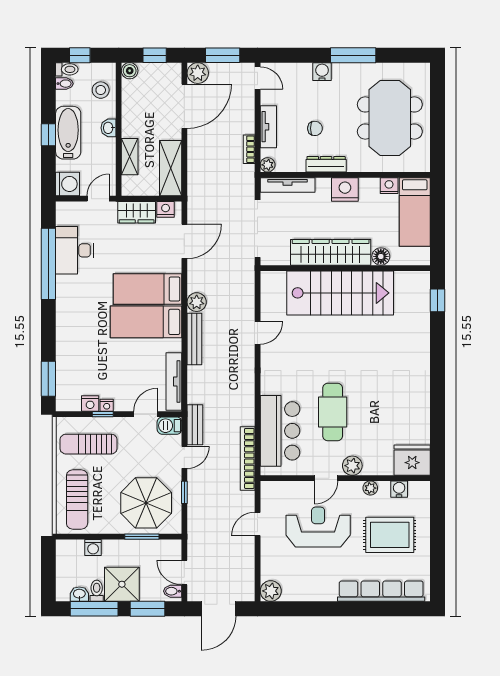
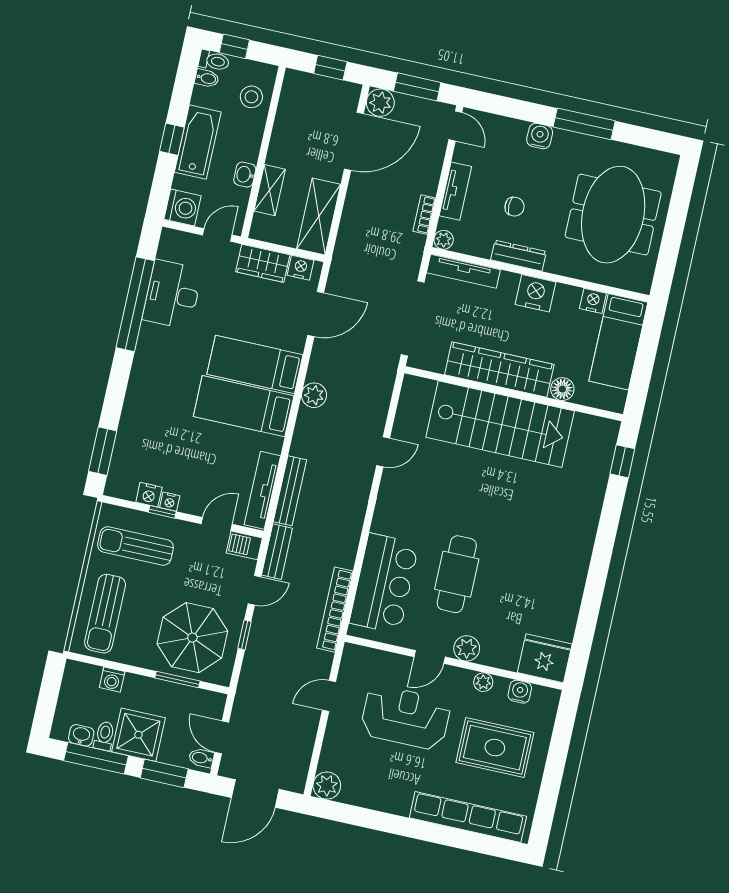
boiler: (130, 71) -> (294, 80), removed
washbasin: (109, 128) -> (245, 175), moved
bench: (194, 339) -> (290, 491), moved

